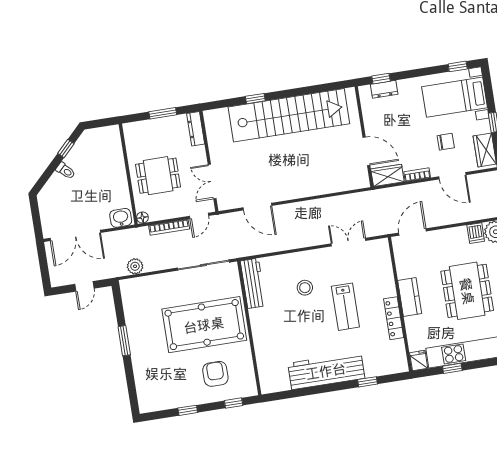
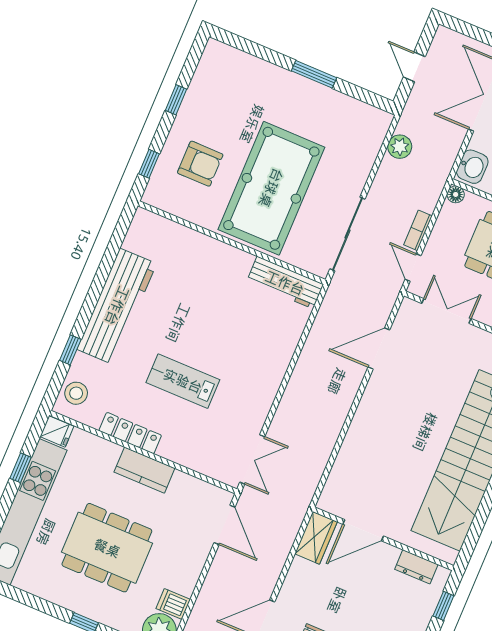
dresser: (384, 89) -> (416, 567), moved, turned -90
bookcase: (417, 175) -> (293, 576), removed
bookcase: (169, 227) -> (418, 230), width x0.64
double door: (348, 242) -> (252, 459), moved
stool: (305, 288) -> (76, 393), moved

